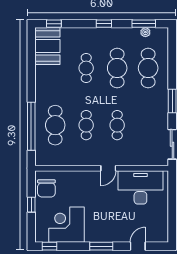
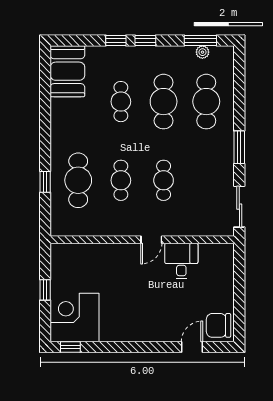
window: (54, 24) -> (116, 40), moved
window: (31, 126) -> (45, 182), width x0.32
desk: (140, 187) -> (181, 261), width x0.53, depth x0.77
chair: (46, 188) -> (219, 325), moved, turned 90
corner desk: (66, 225) -> (75, 318), moved
window: (101, 246) -> (142, 347), removed

